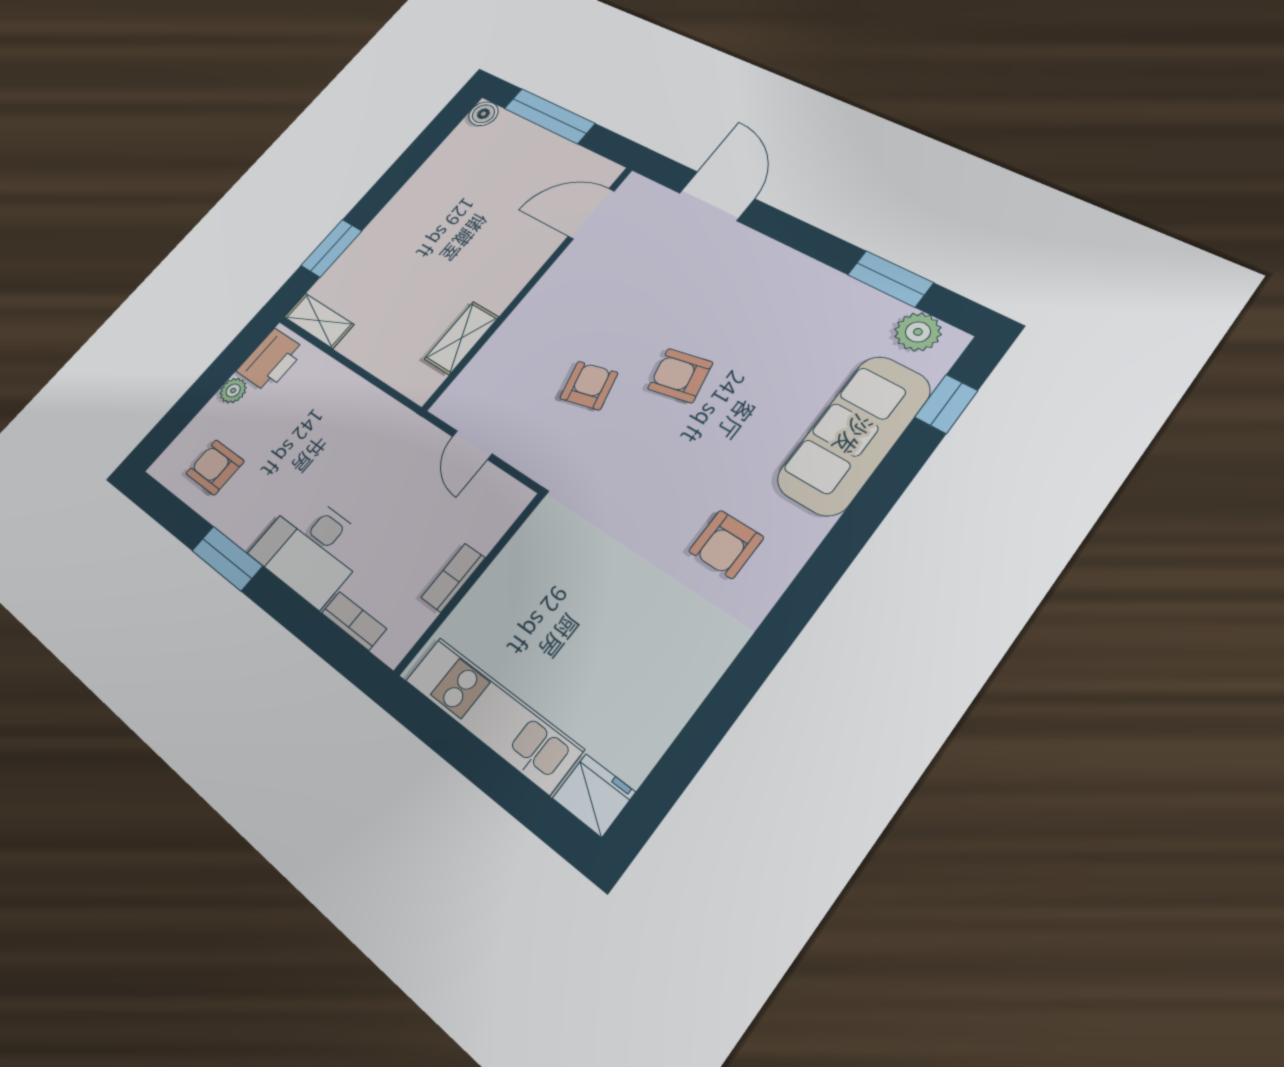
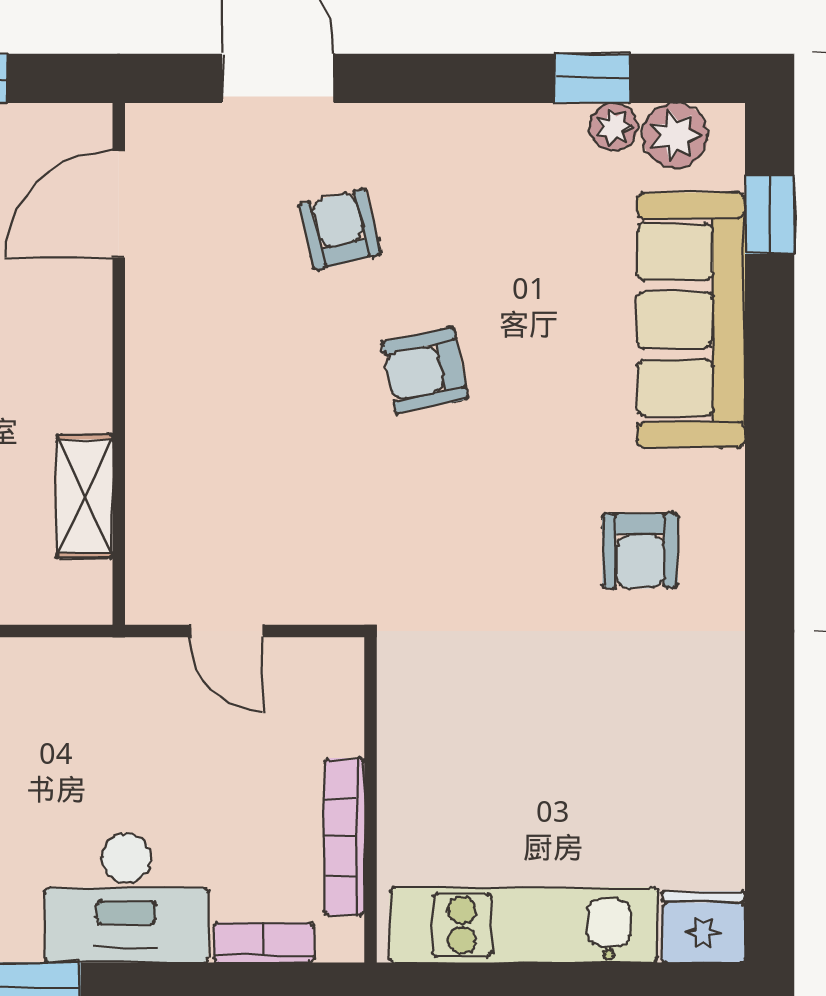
window: (890, 279) -> (593, 78), width x0.67
plant: (884, 309) -> (614, 127), added
armchair: (589, 386) -> (340, 229), moved
bookcase: (453, 578) -> (344, 837), width x1.56

